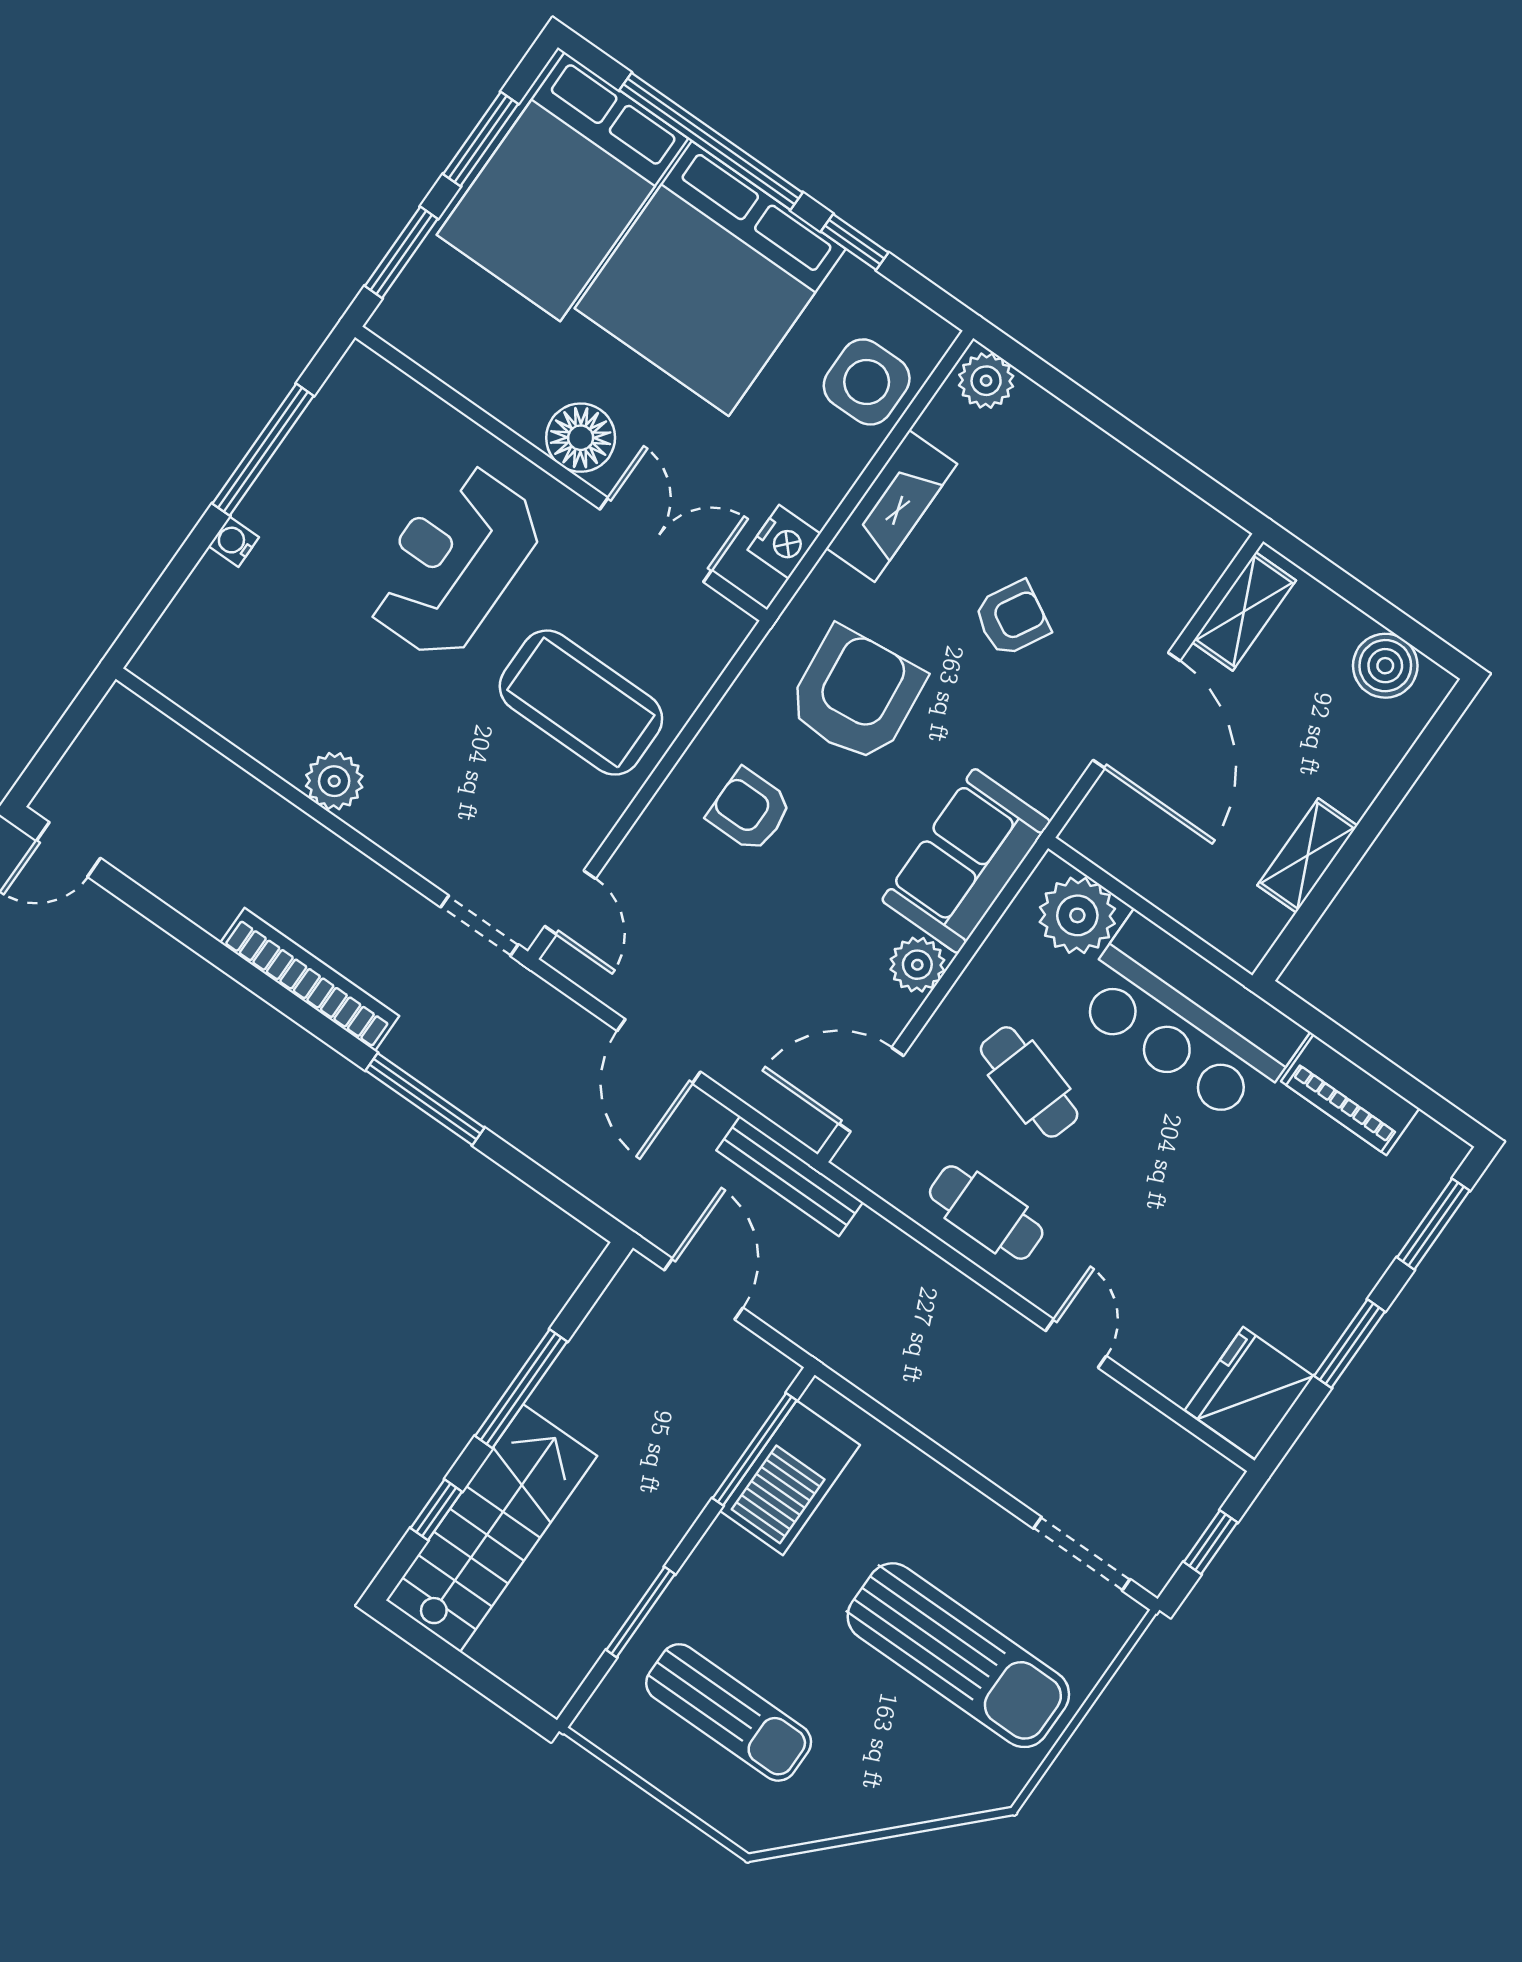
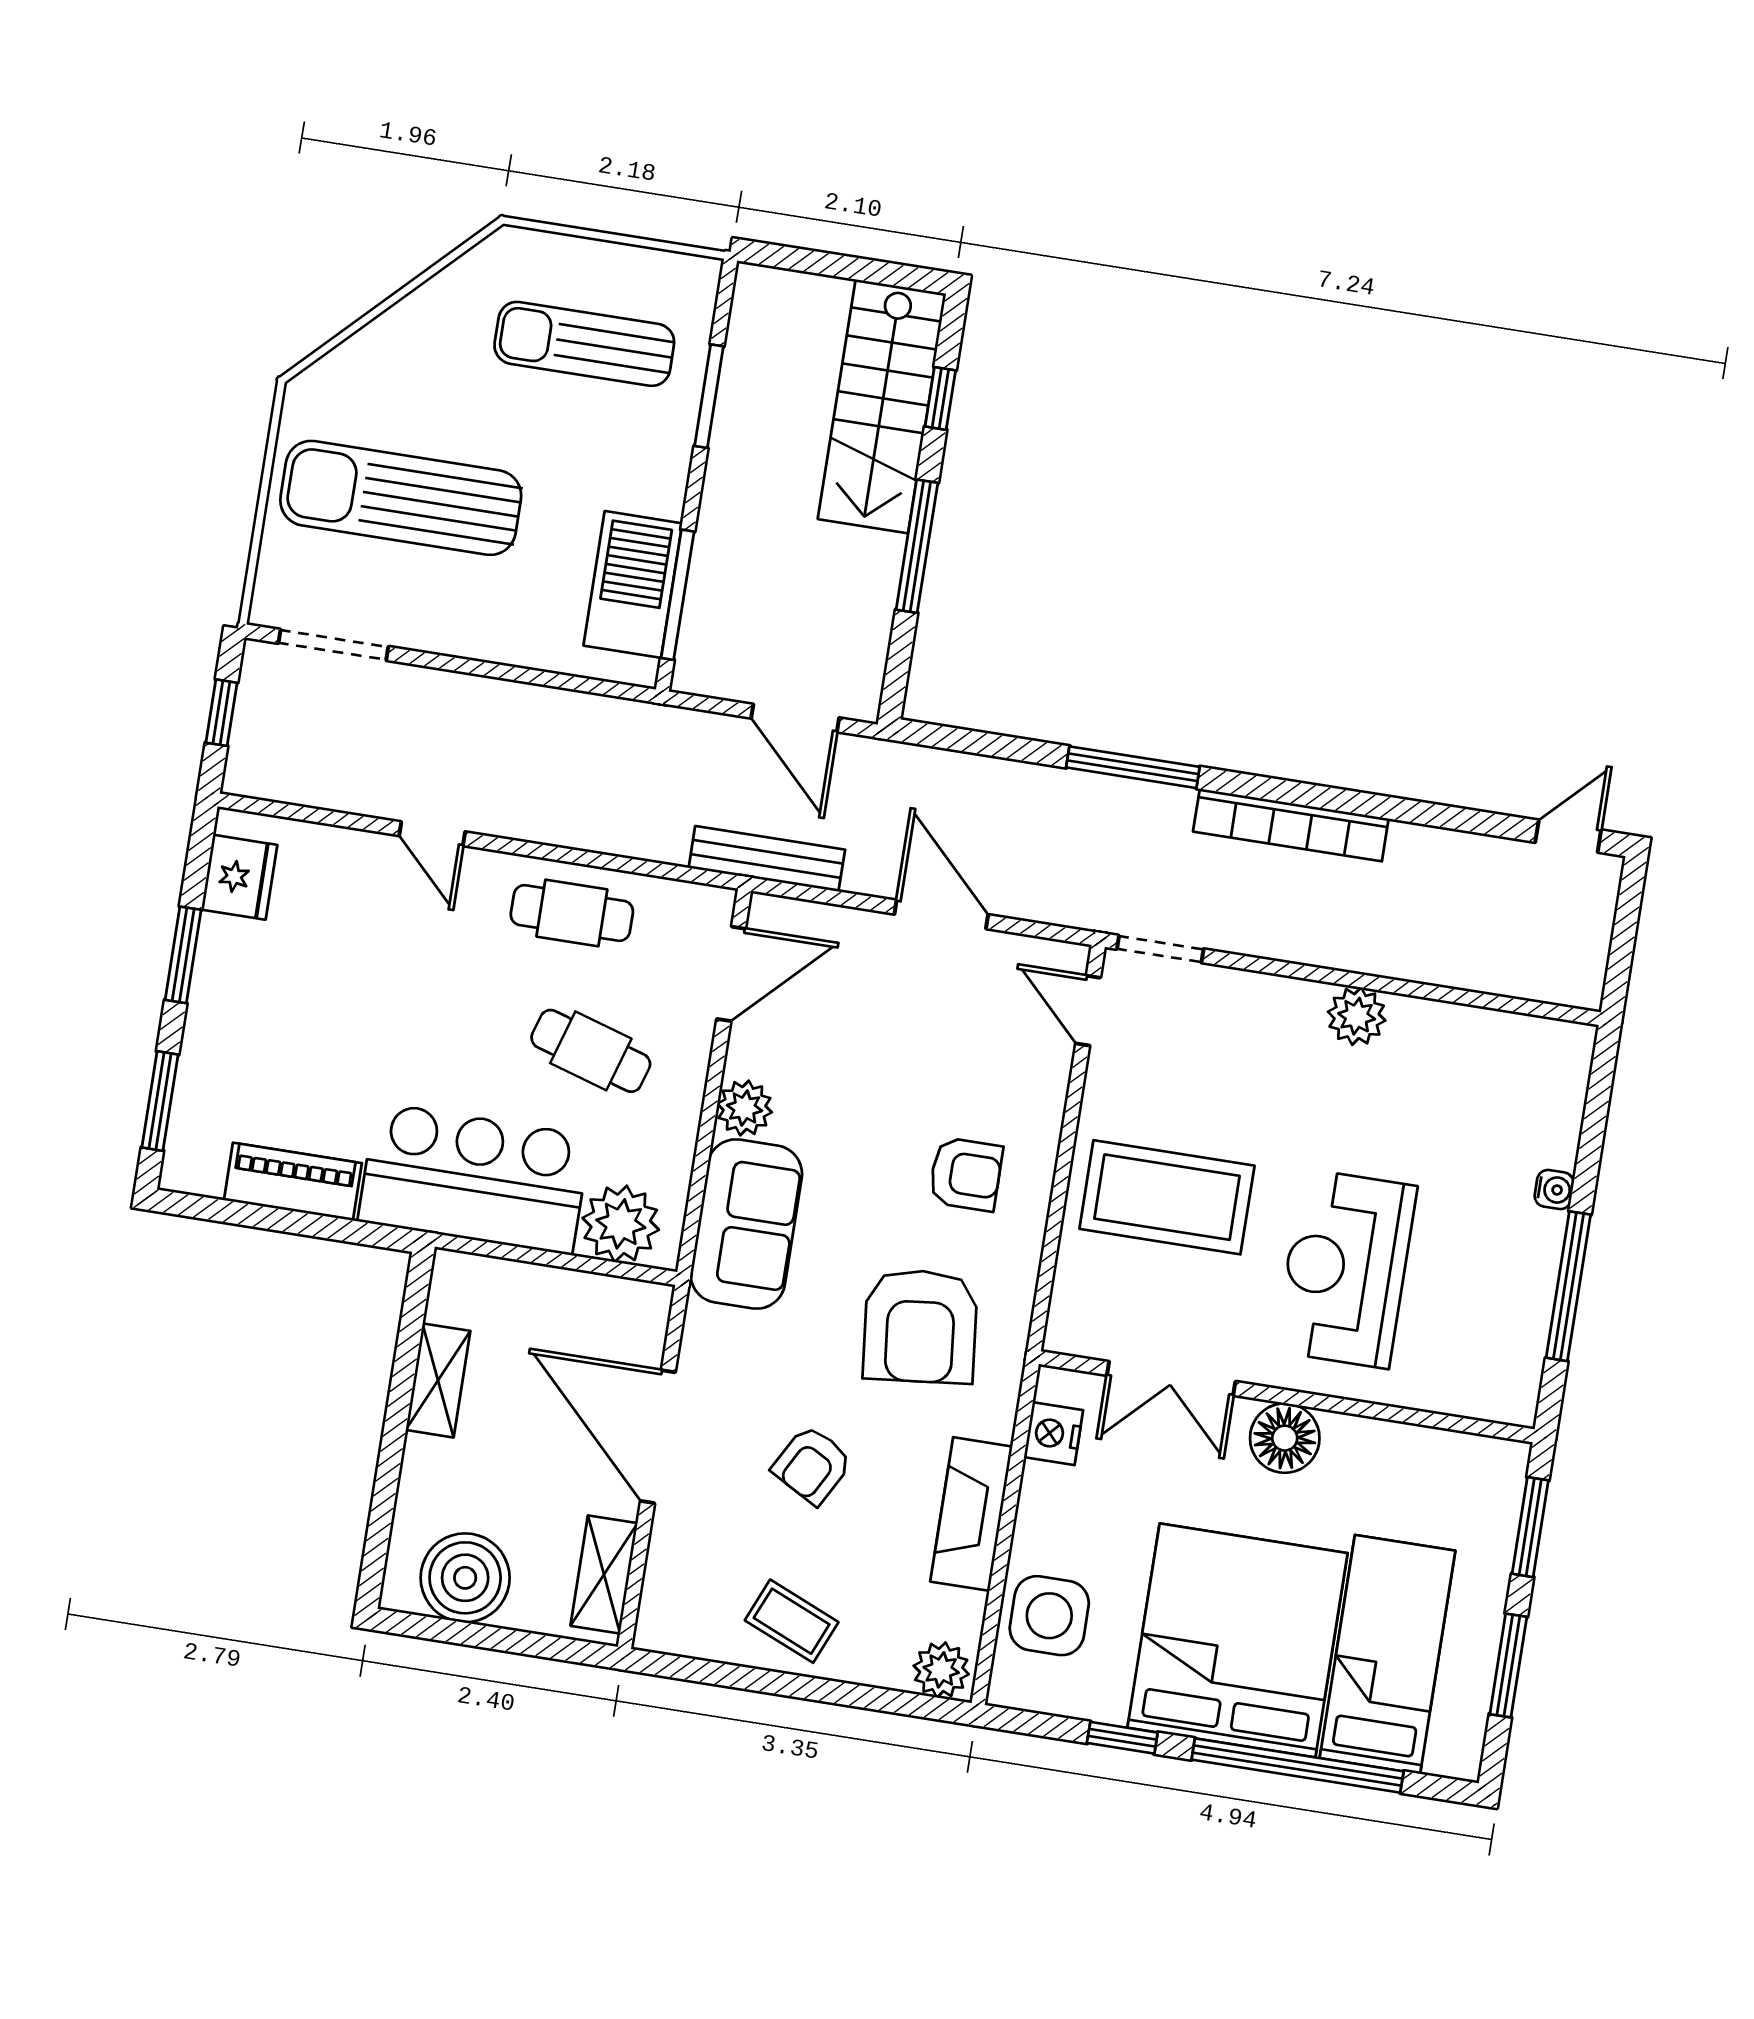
bed: (563, 187) -> (1387, 1654), width x0.67
coffee table: (1098, 489) -> (792, 1621), added
reception desk: (453, 562) -> (1346, 1269), turned 180
boiler: (1385, 666) -> (465, 1578), width x1.37, depth x1.37
fridge: (1249, 1393) -> (239, 877), width x0.73, depth x0.75

